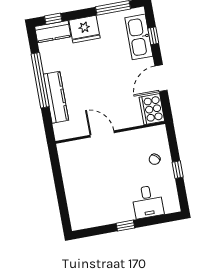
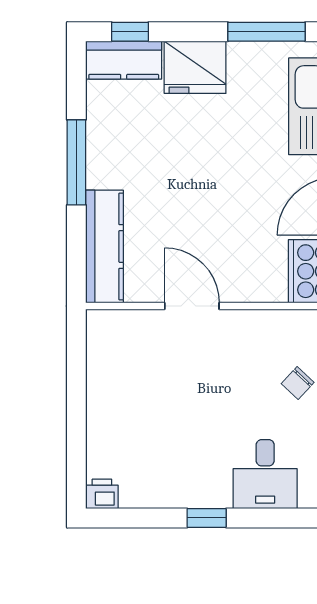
window: (40, 80) -> (76, 162), width x0.68
kitchen counter: (56, 97) -> (105, 246), moved
printer: (78, 223) -> (102, 494), added

